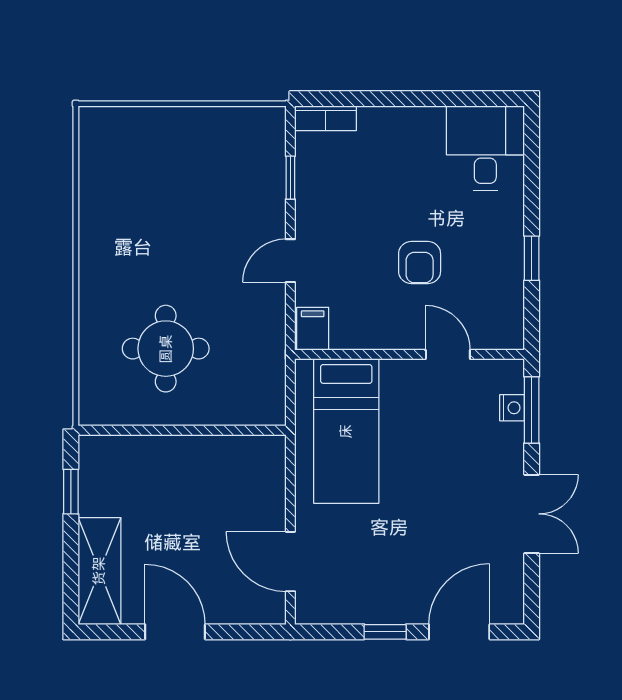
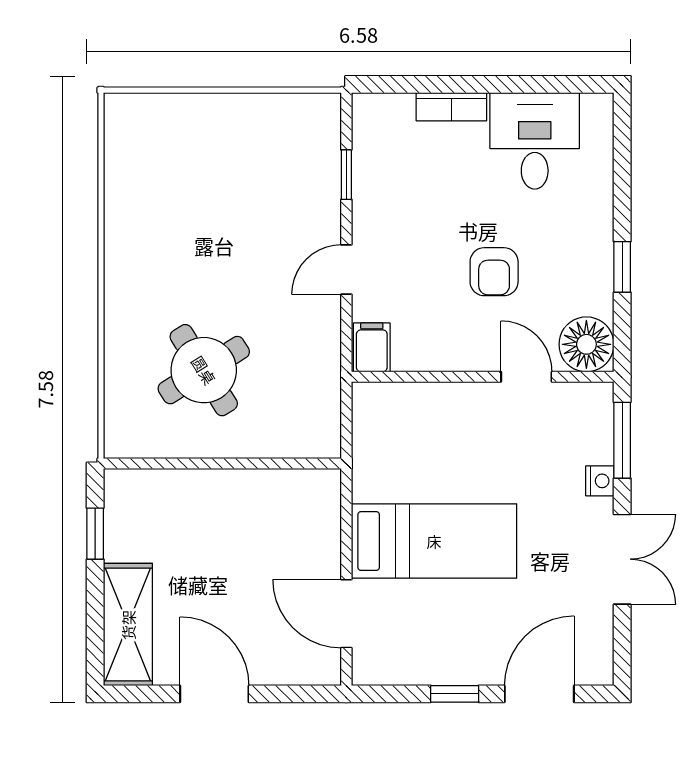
bookcase: (326, 118) -> (451, 107), moved
desk: (485, 148) -> (535, 141), moved
floor lamp: (500, 326) -> (586, 344), added
round table: (166, 349) -> (204, 370), turned -32
nightstand: (512, 408) -> (600, 481), moved
bed: (346, 431) -> (434, 541), moved, turned -90

